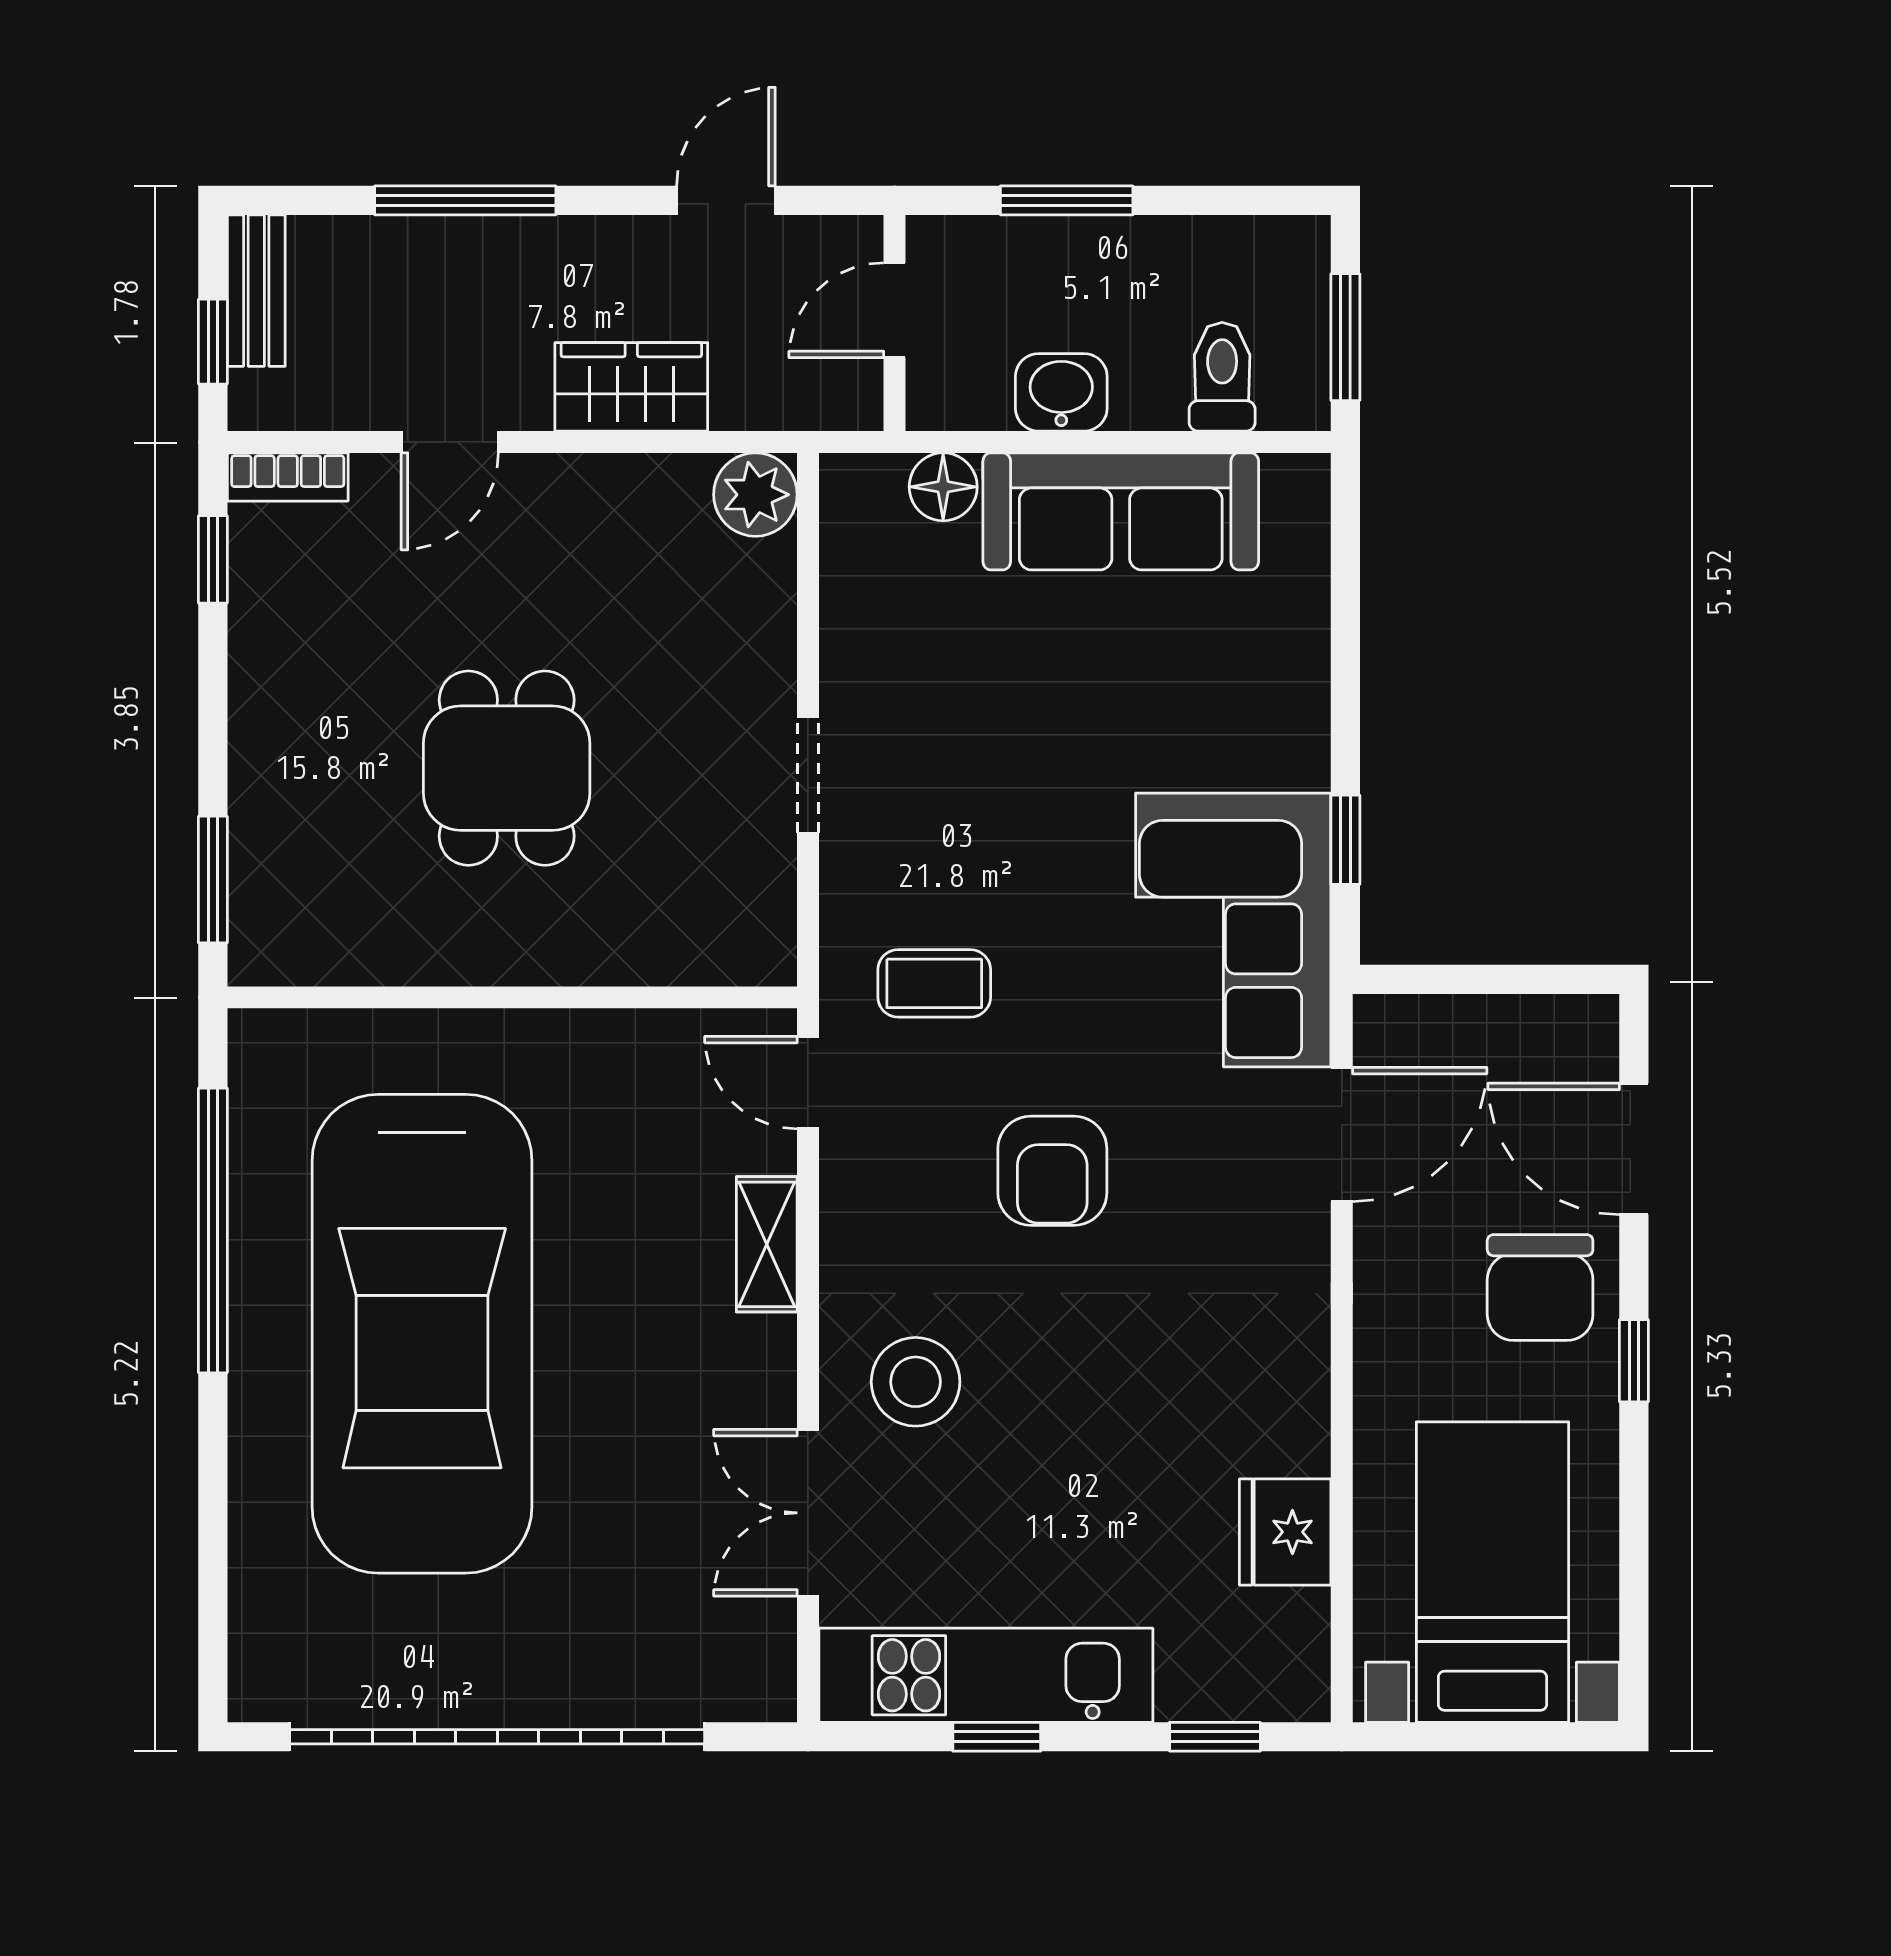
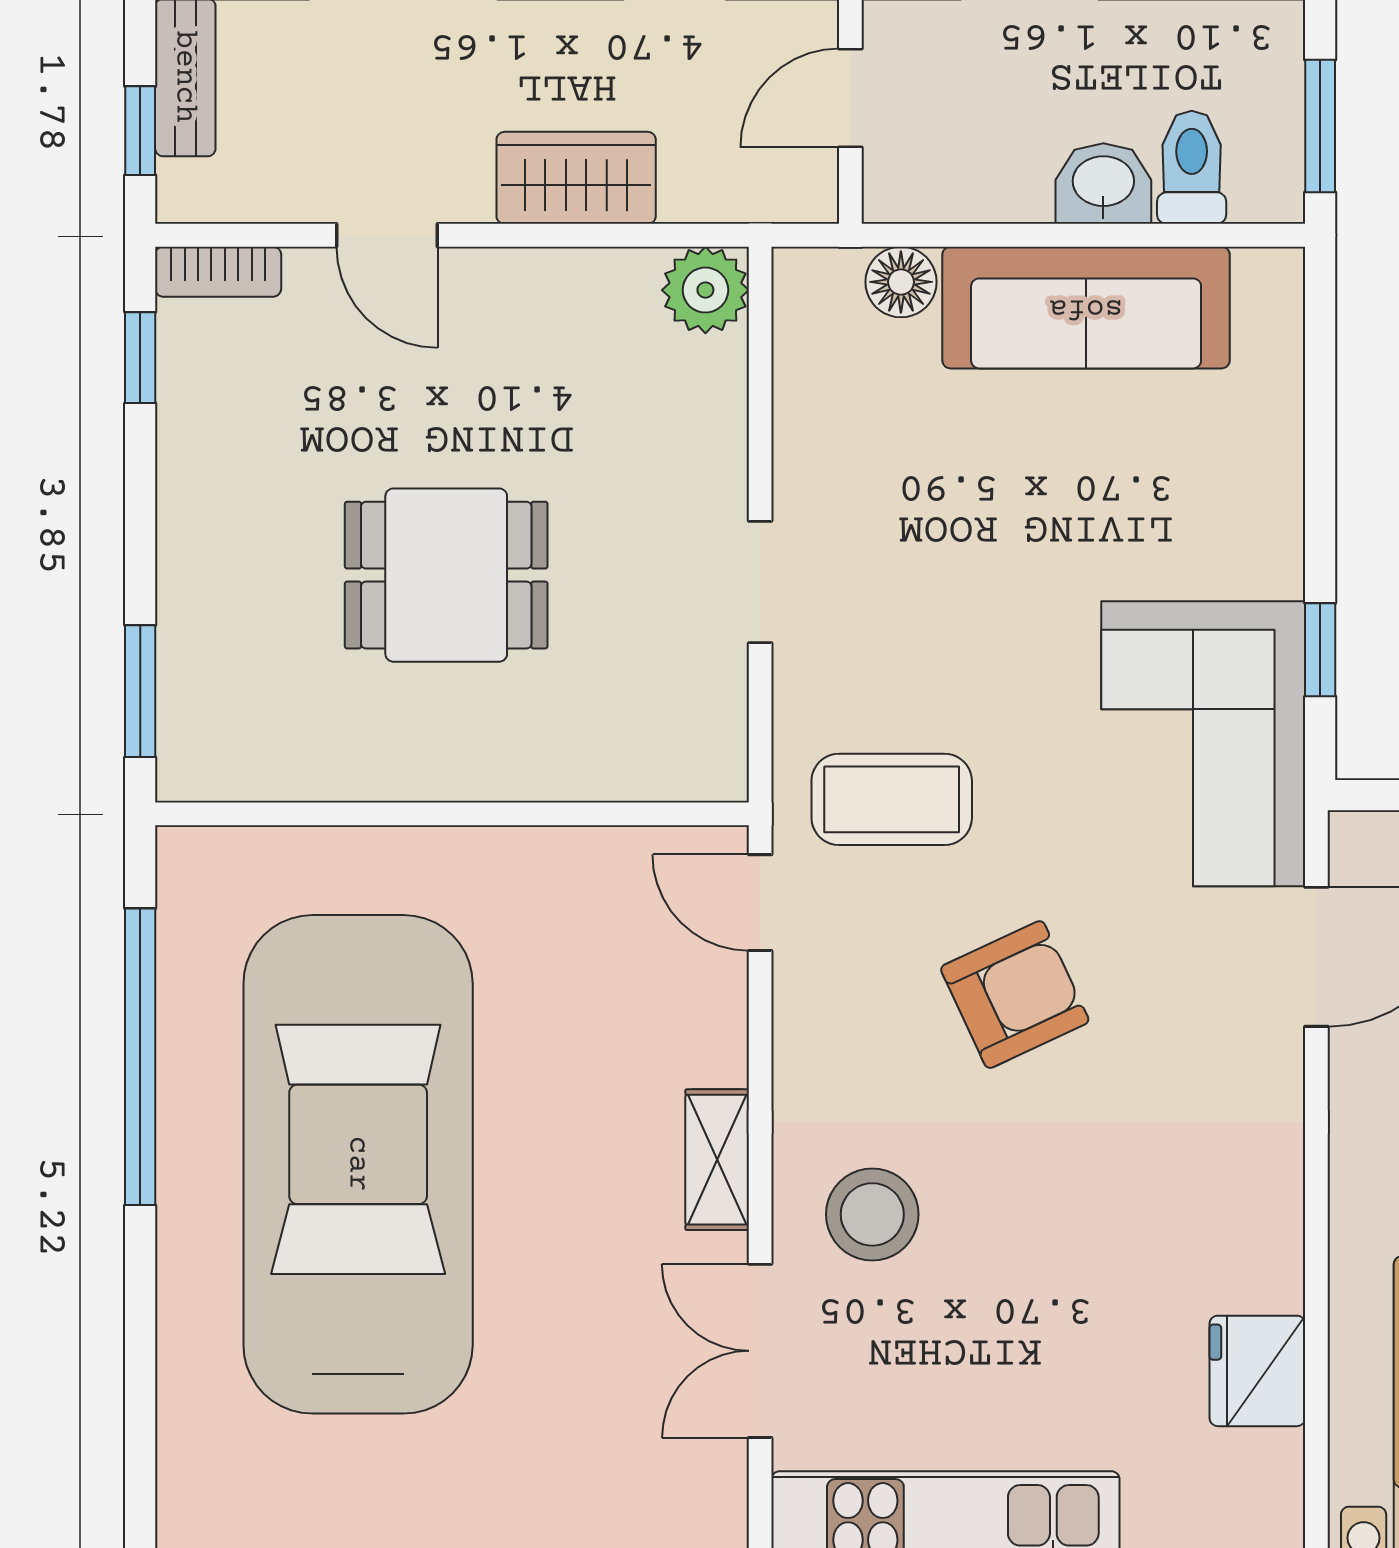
washbasin: (1061, 392) -> (1103, 184), moved
door: (450, 442) -> (387, 235), hinge flipped
dining table: (507, 768) -> (446, 575), turned 90
coffee table: (934, 983) -> (892, 799), width x1.36, depth x1.30
armchair: (1052, 1171) -> (1015, 995), turned -115
shelving: (767, 1244) -> (717, 1160), moved
car: (422, 1334) -> (358, 1164), turned 180

